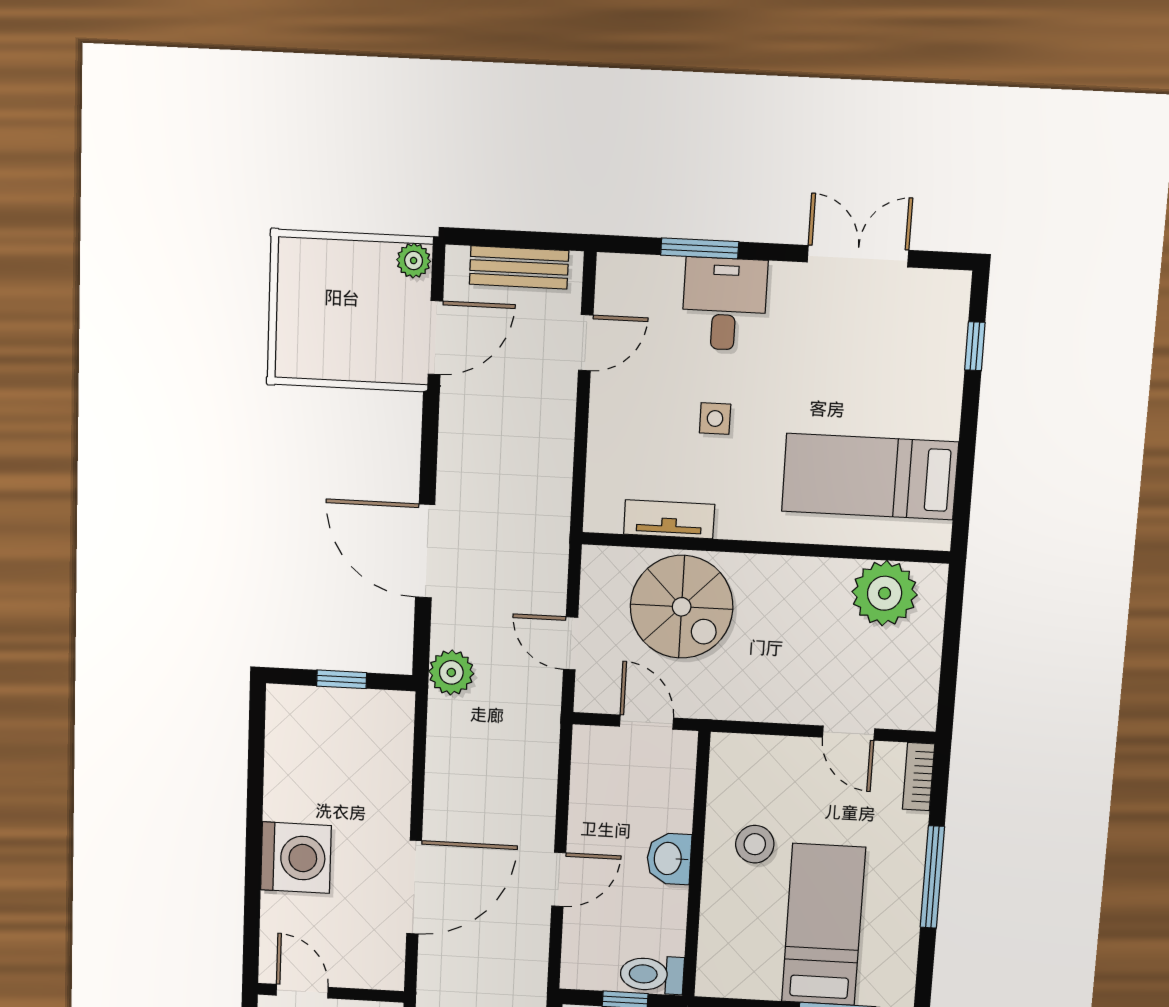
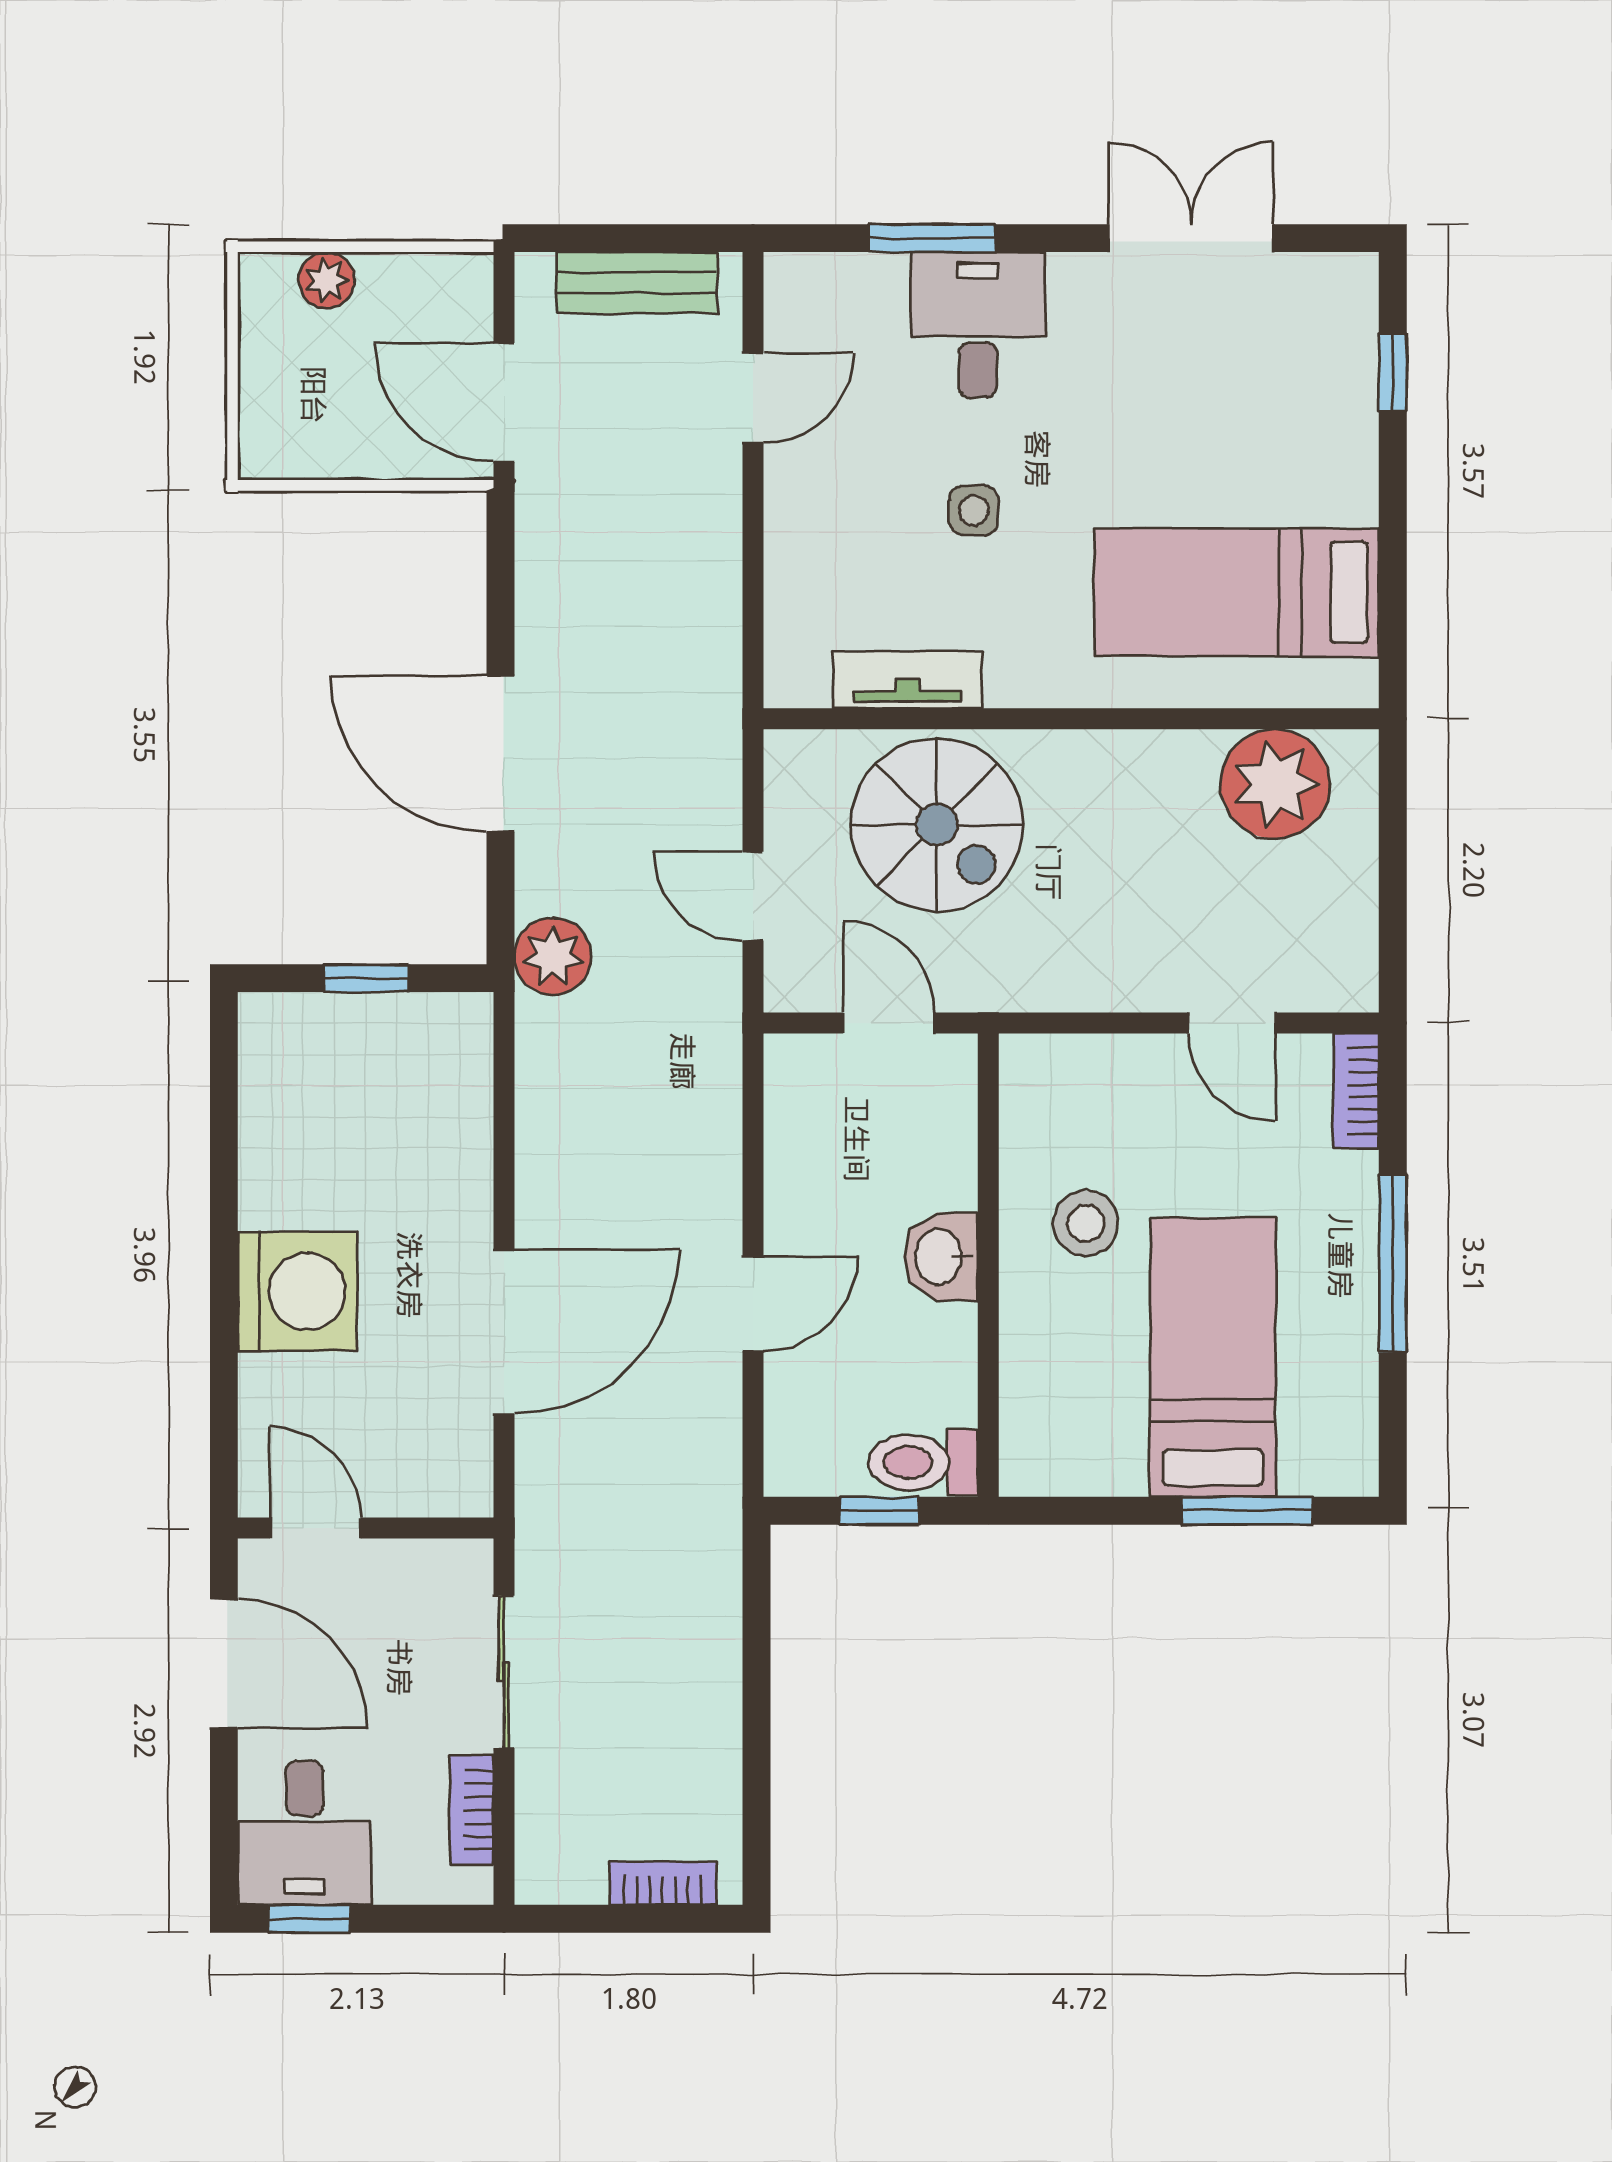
plant: (414, 261) -> (327, 280), moved
door: (436, 338) -> (504, 402), swing flipped

